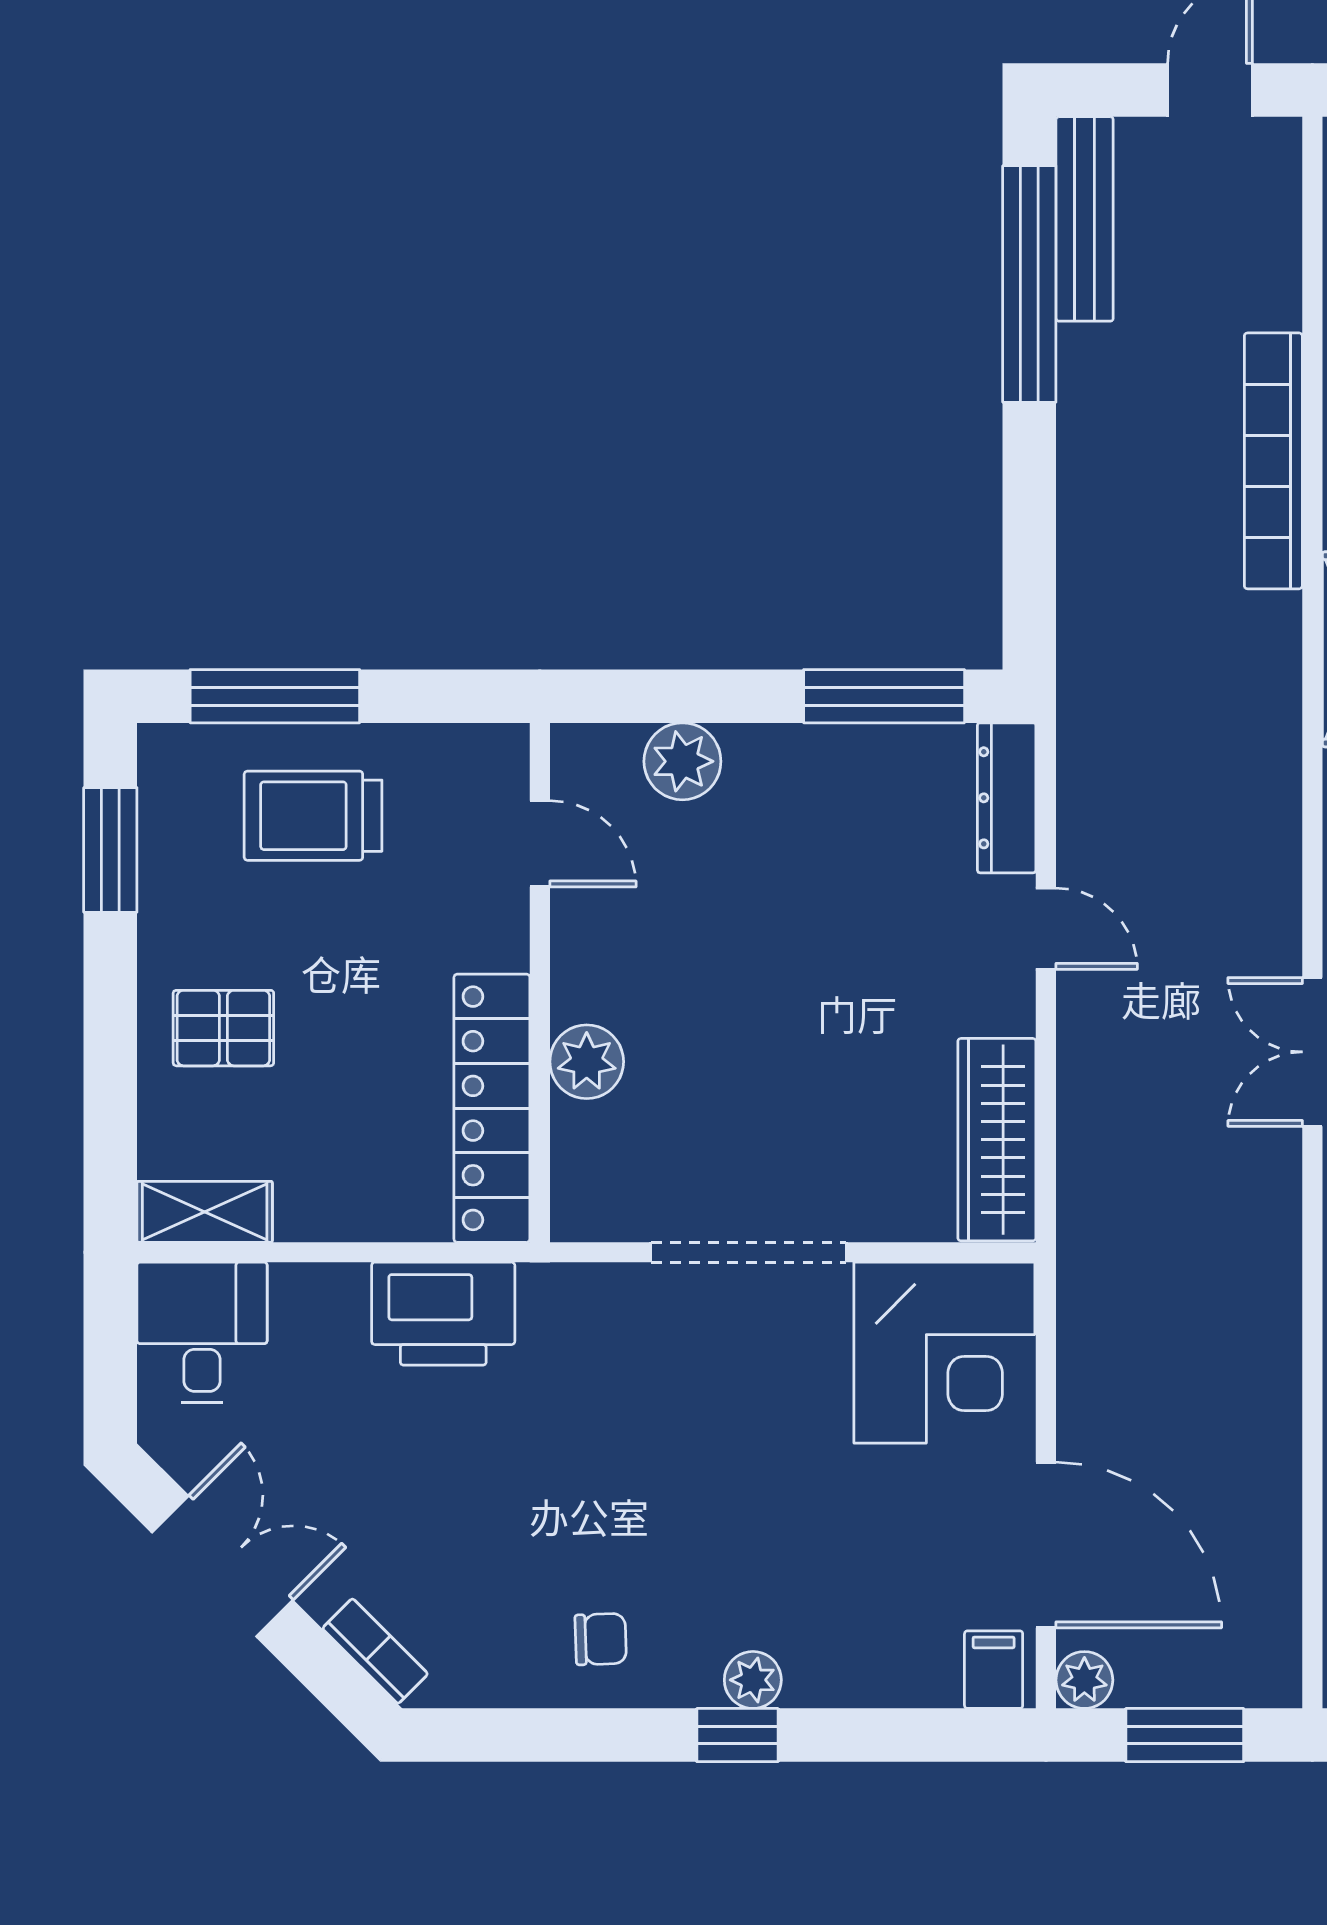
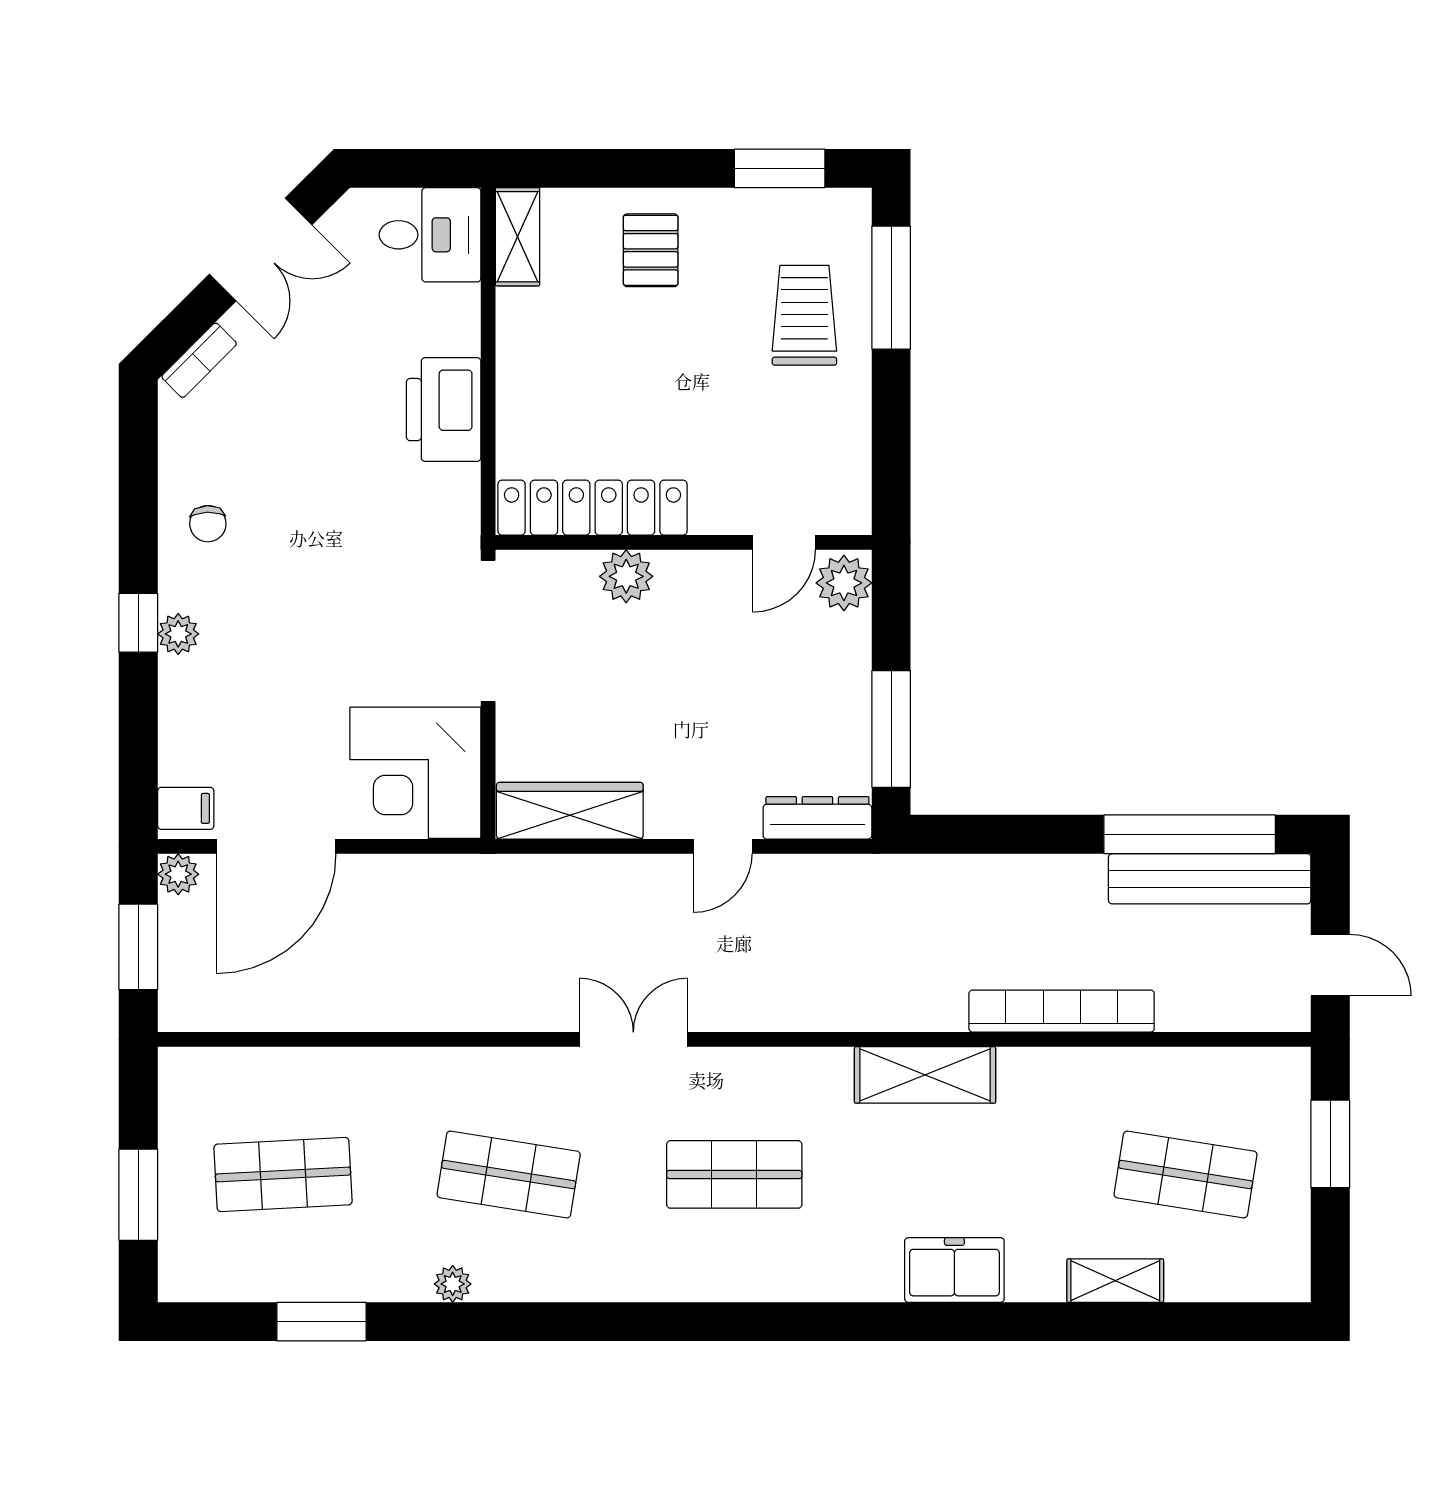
bench: (1085, 219) -> (1210, 879), width x1.37, depth x1.21
door: (540, 844) -> (784, 542), moved
wall: (540, 983) -> (684, 542), moved
plant: (587, 1062) -> (626, 576), moved
locker: (492, 1108) -> (593, 508), moved

